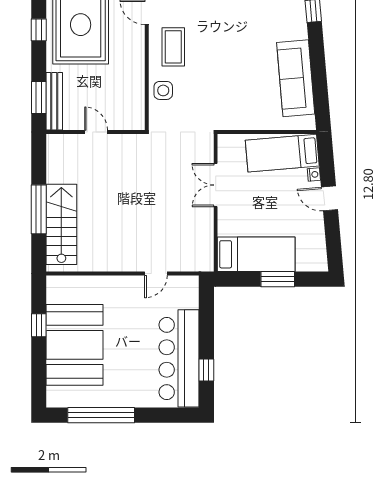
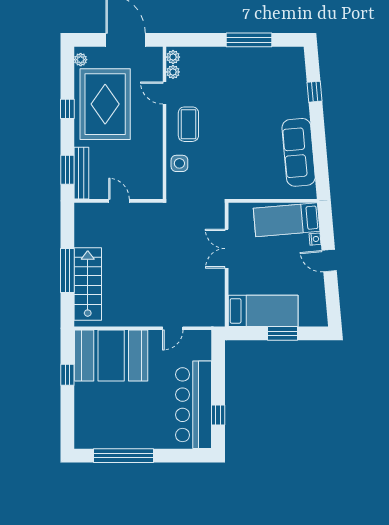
booth: (75, 345) -> (111, 356), moved, turned 90

